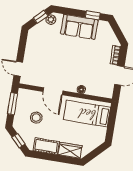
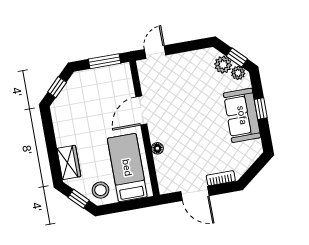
window: (93, 15) -> (261, 109), moved
plant: (42, 27) -> (223, 65), added
stool: (36, 118) -> (100, 190), moved
cot: (46, 146) -> (63, 128), removed
window: (96, 152) -> (79, 199), added

